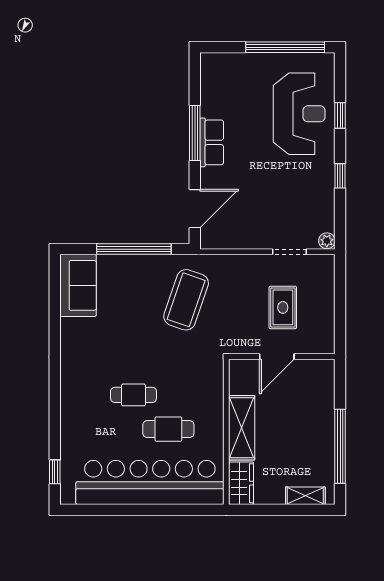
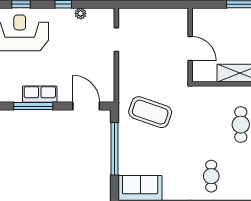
plant: (327, 241) -> (81, 13), moved
rug: (283, 307) -> (155, 44), removed
cafe table: (134, 395) -> (211, 176), moved

